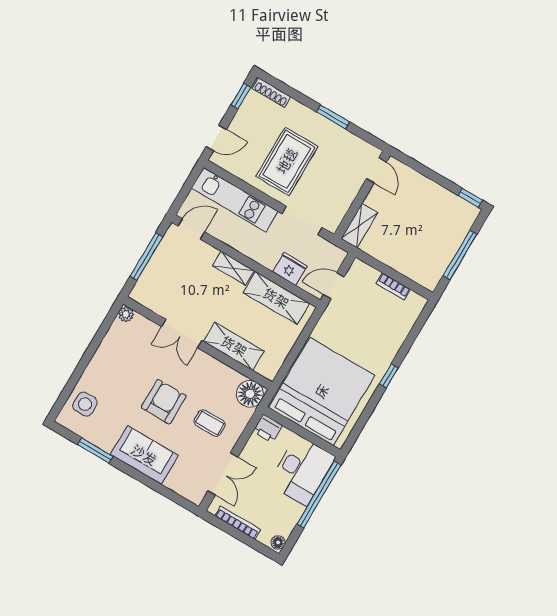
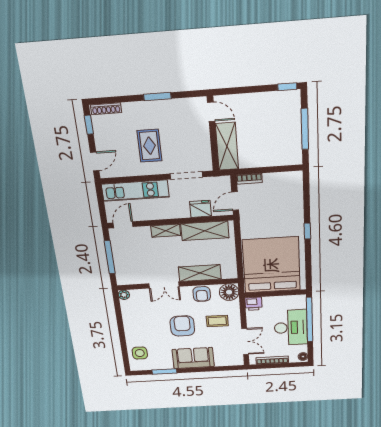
rug: (287, 161) -> (149, 146), width x0.73, depth x0.70
shelving: (359, 226) -> (227, 146), width x1.50, depth x1.33
bookcase: (393, 286) -> (249, 179), moved
armchair: (217, 375) -> (202, 294), added
desk: (302, 470) -> (291, 328), moved

